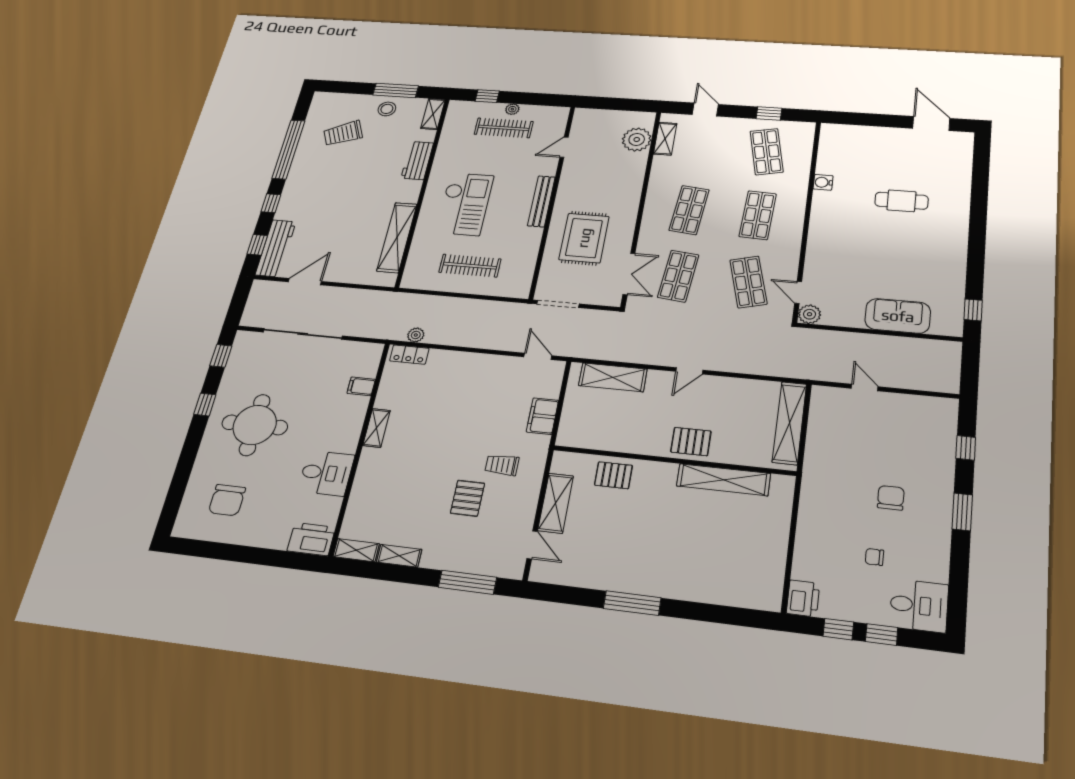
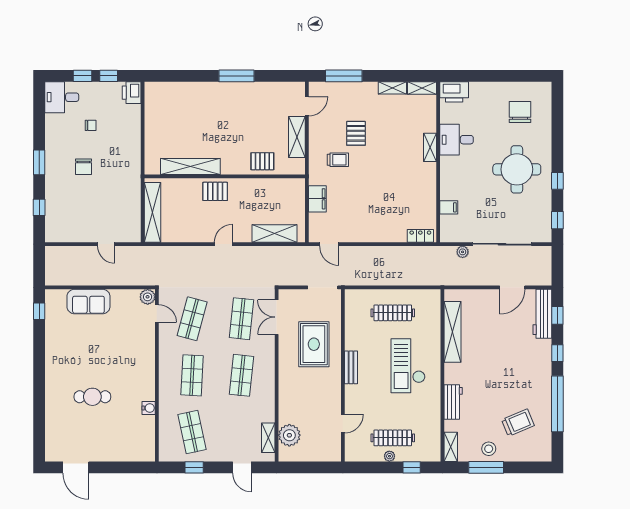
bench: (541, 201) -> (351, 367), width x0.73
shop shelf: (748, 282) -> (192, 319), turned 30
plant: (416, 335) -> (463, 252), moved
shelving: (377, 428) -> (430, 147), moved
door: (532, 545) -> (307, 106), swing flipped

